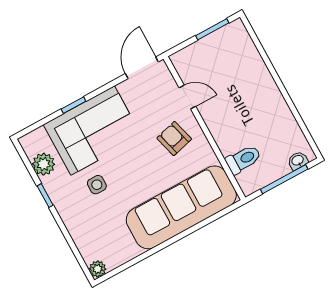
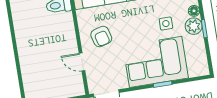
plant: (44, 164) -> (194, 26), moved
floor lamp: (66, 214) -> (194, 11), added

